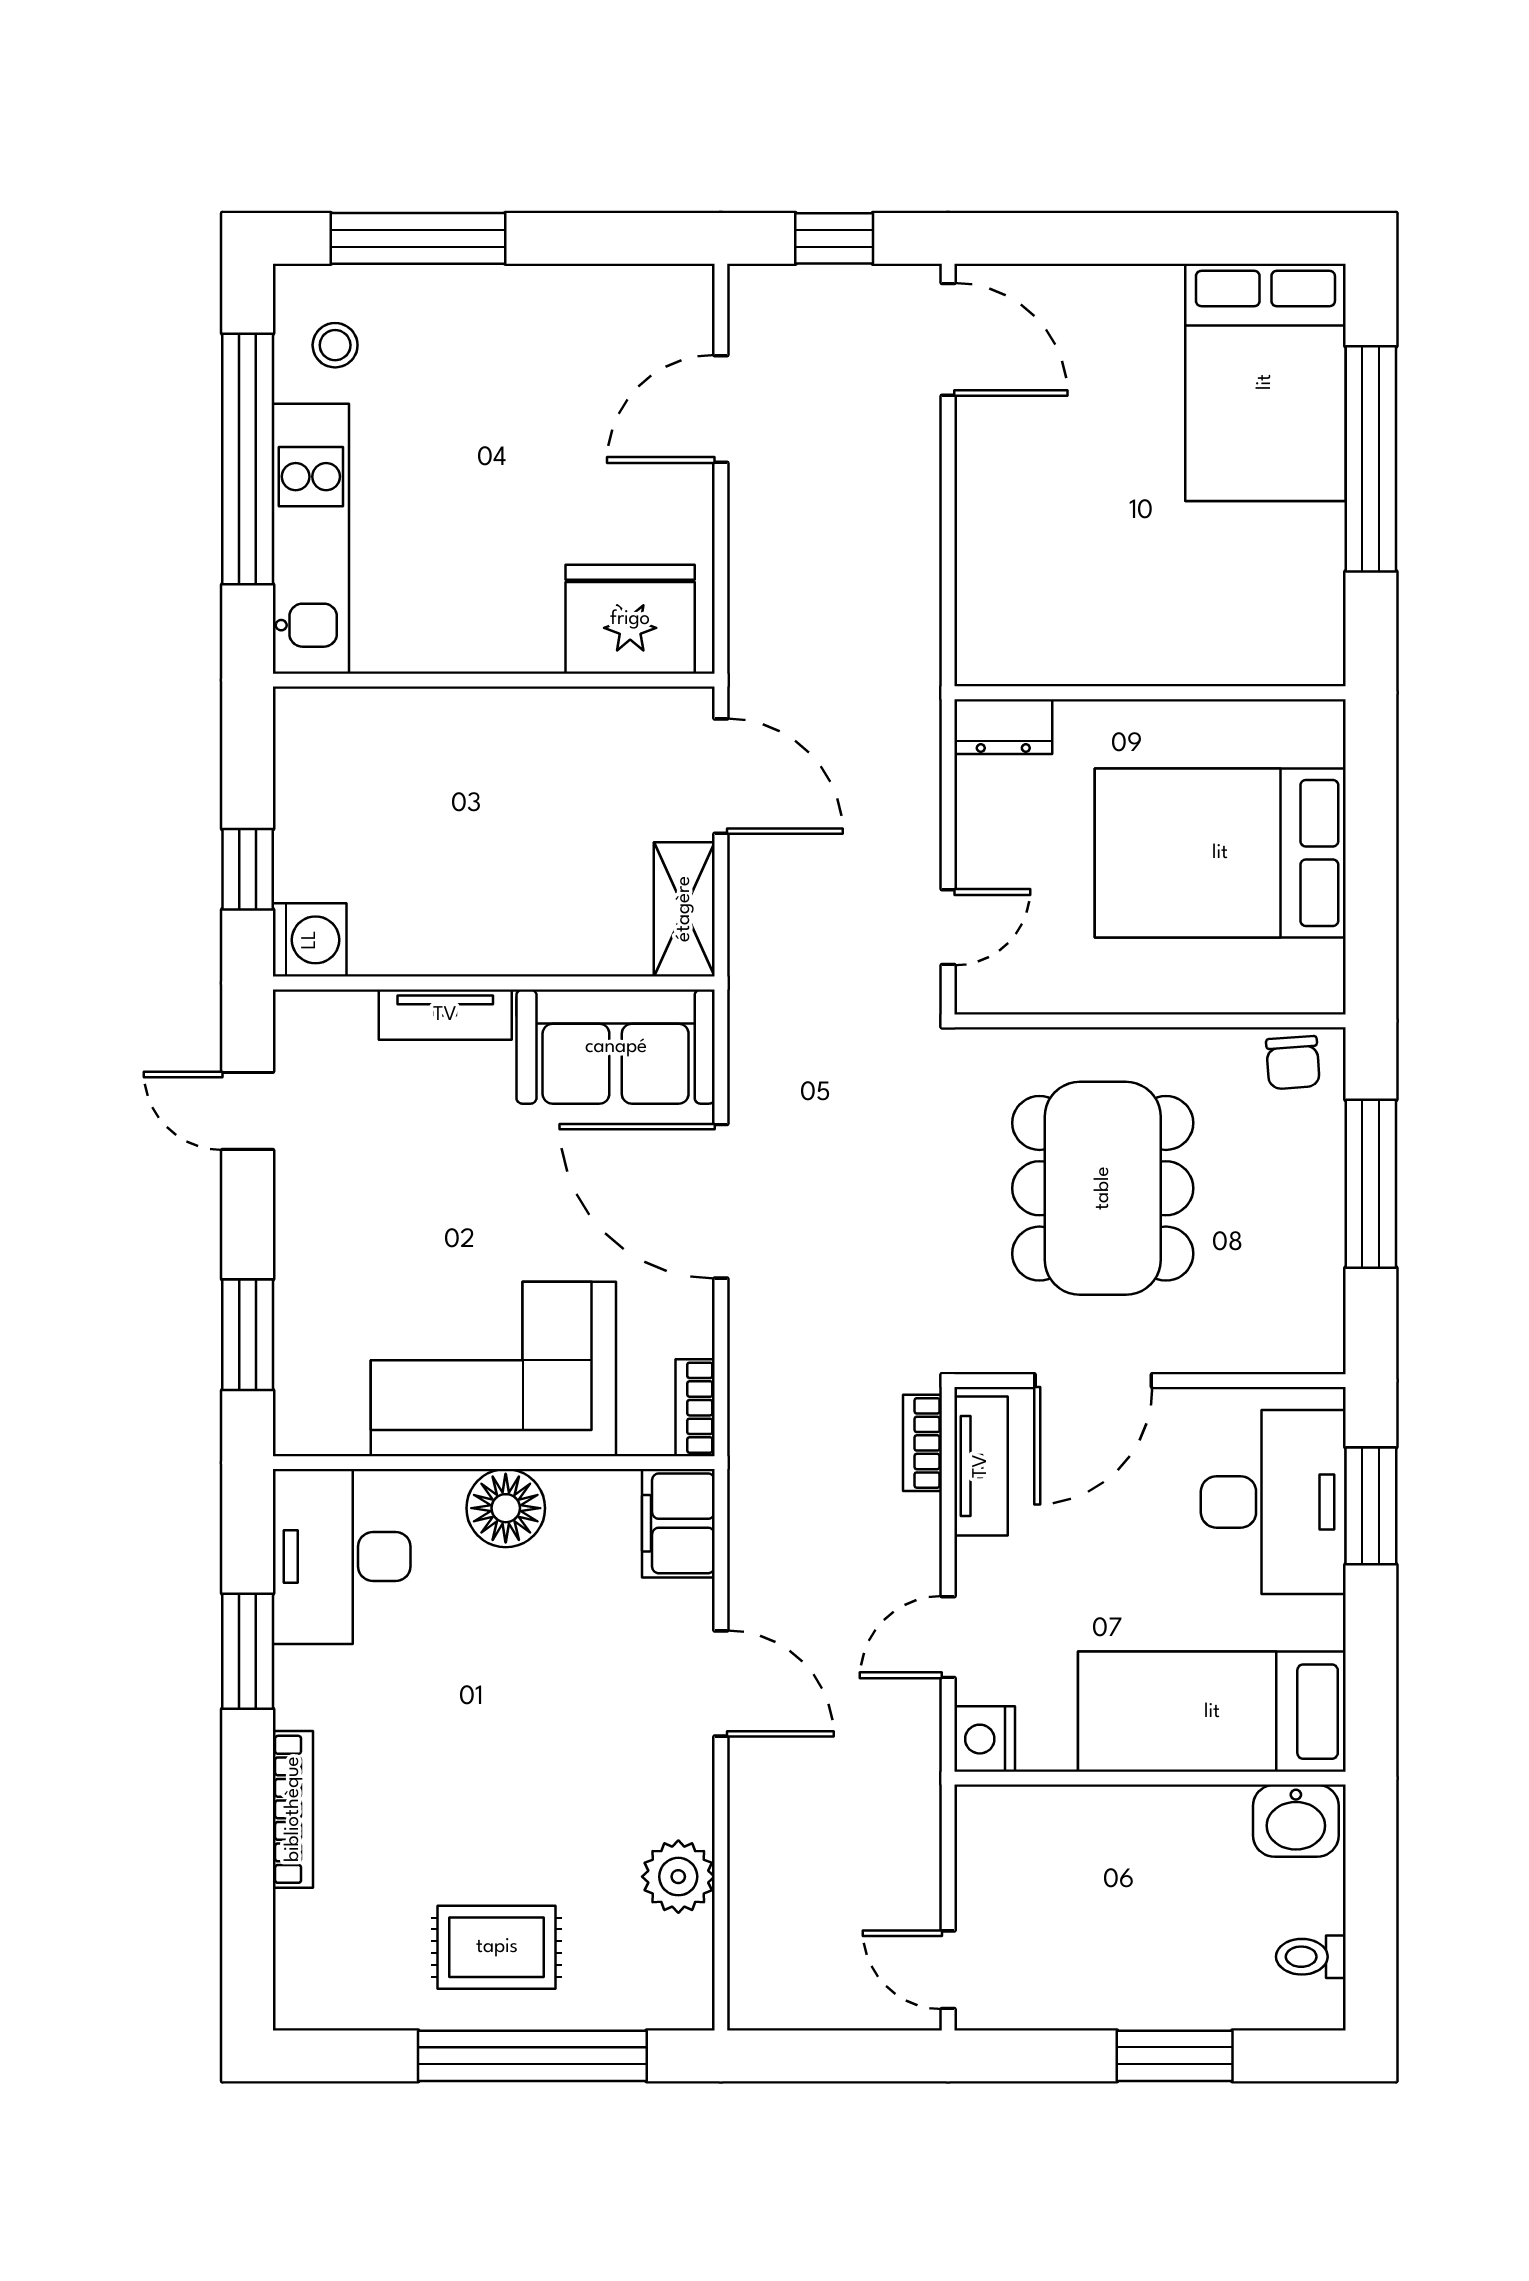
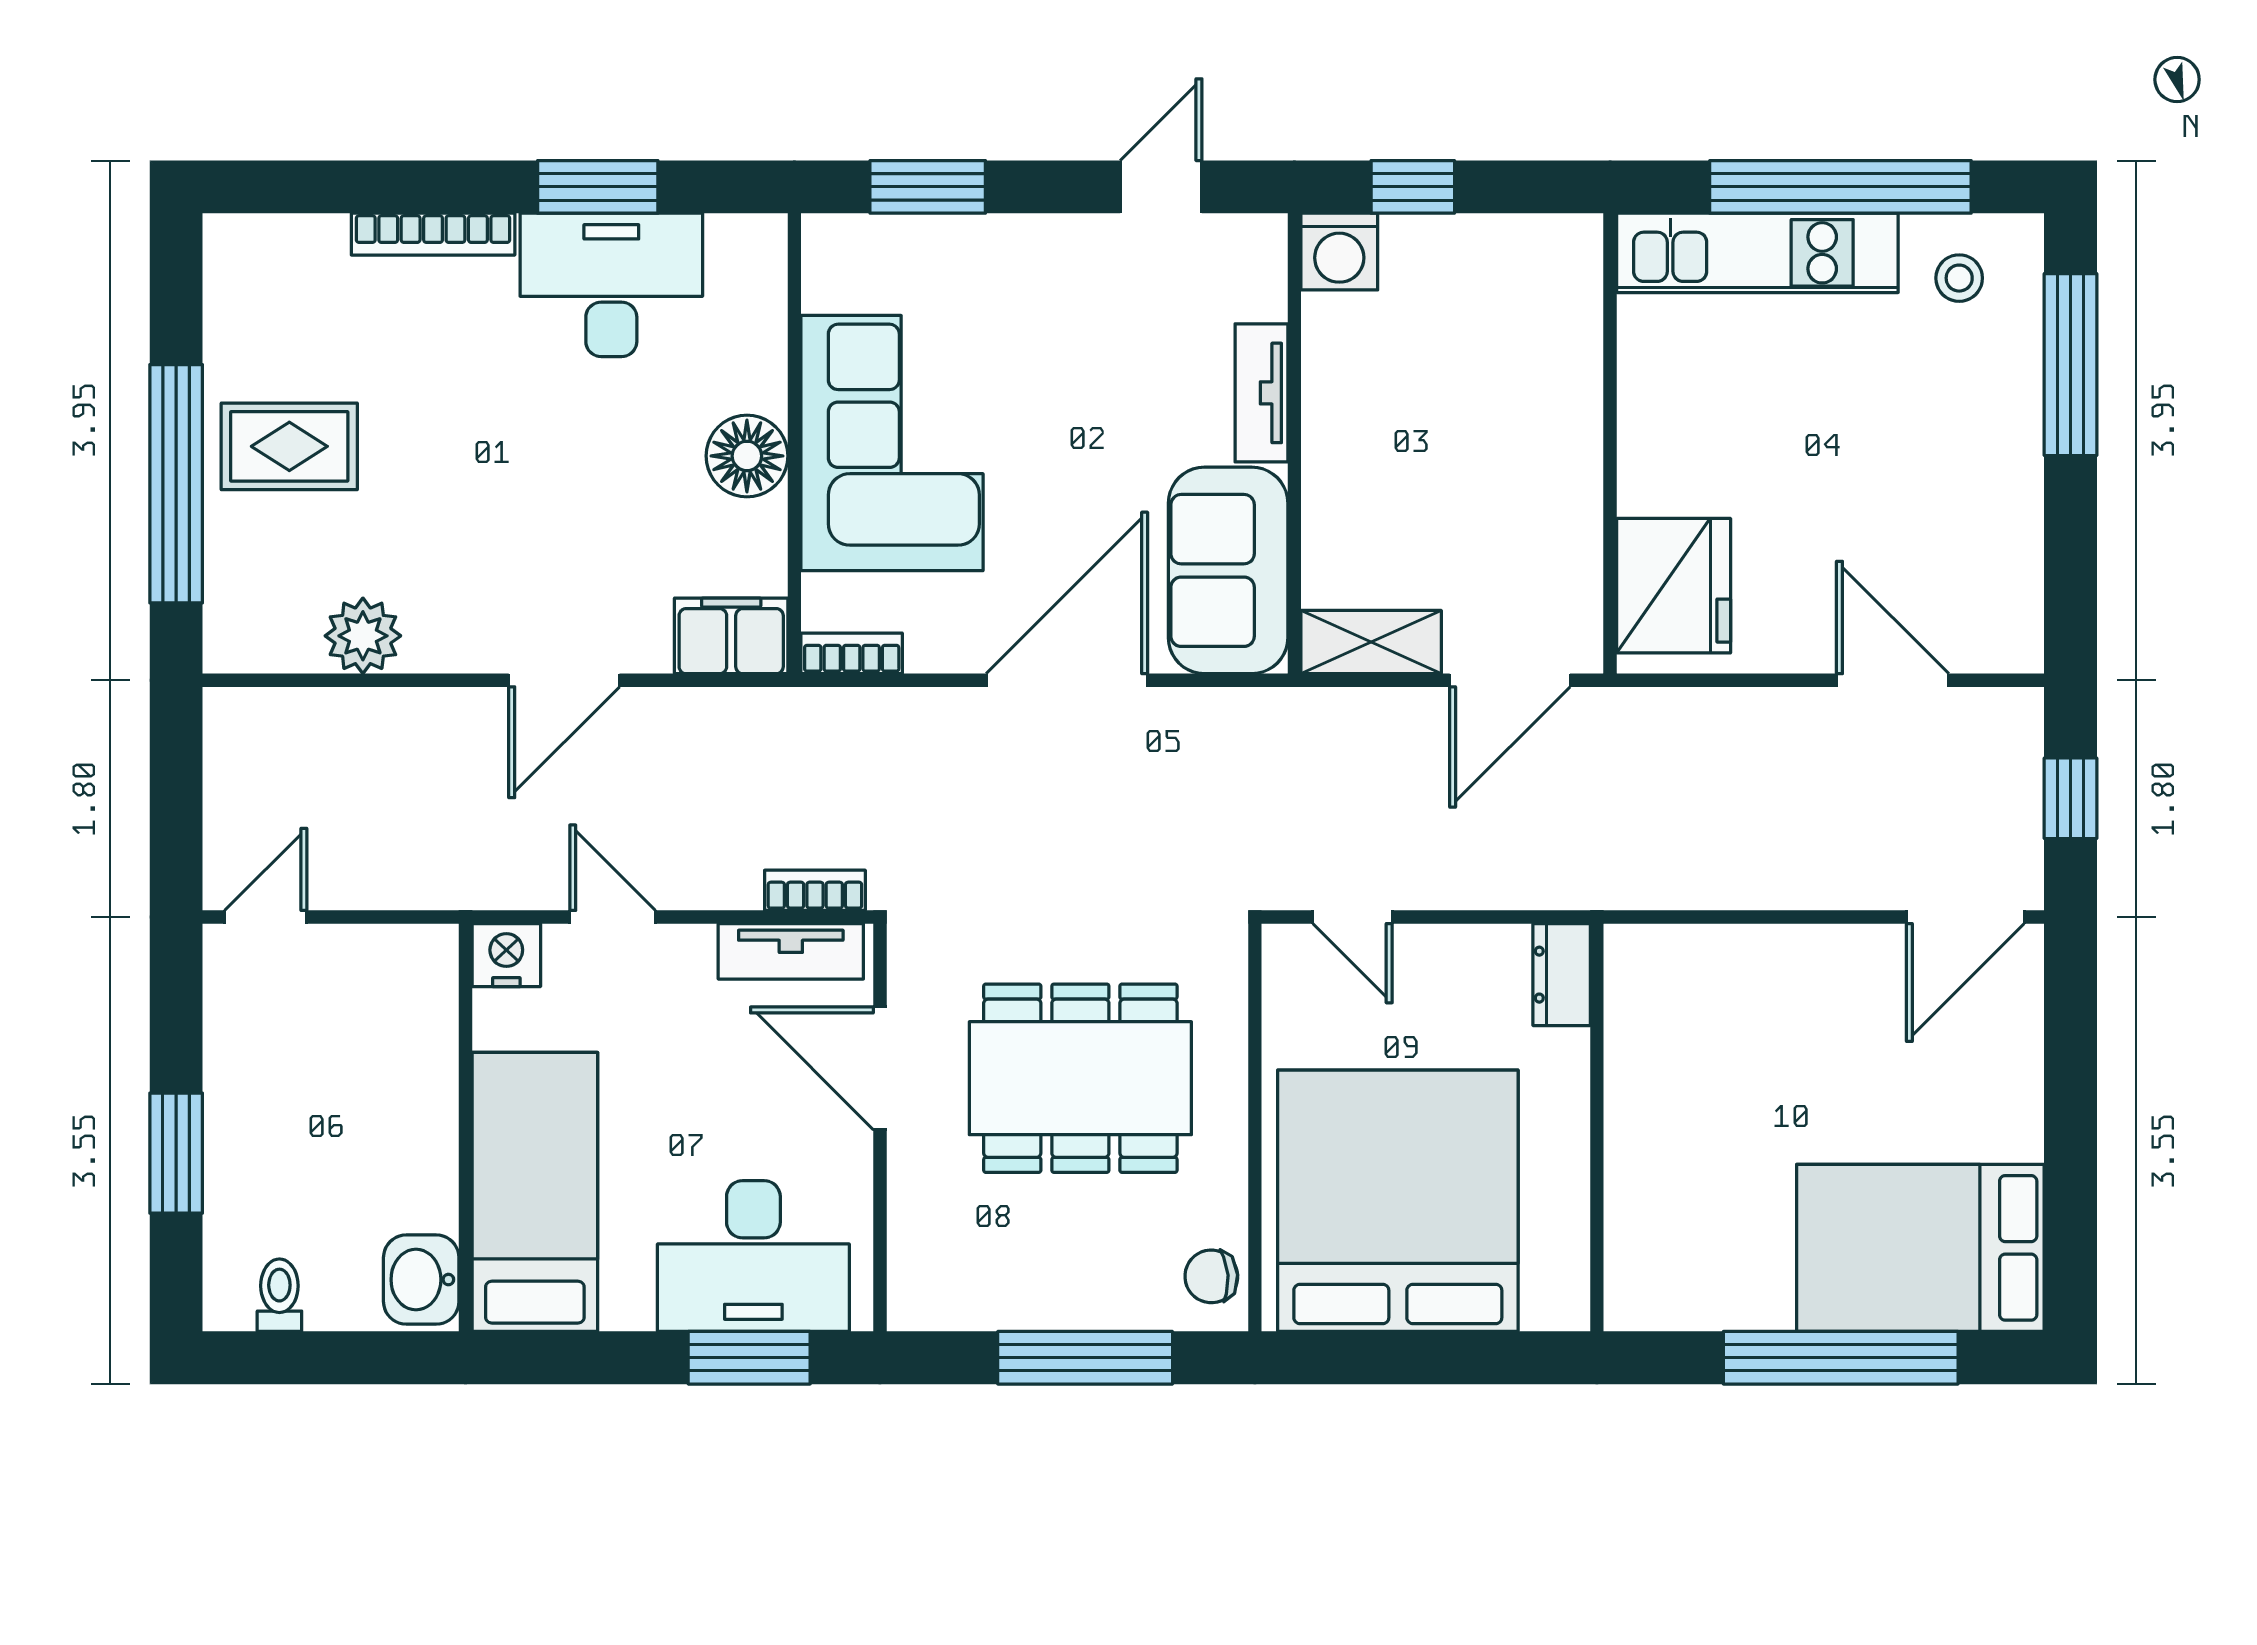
bed: (1220, 853) -> (1398, 1201), width x1.36
desk: (342, 1556) -> (611, 285), moved
rug: (497, 1947) -> (289, 446), turned 90

